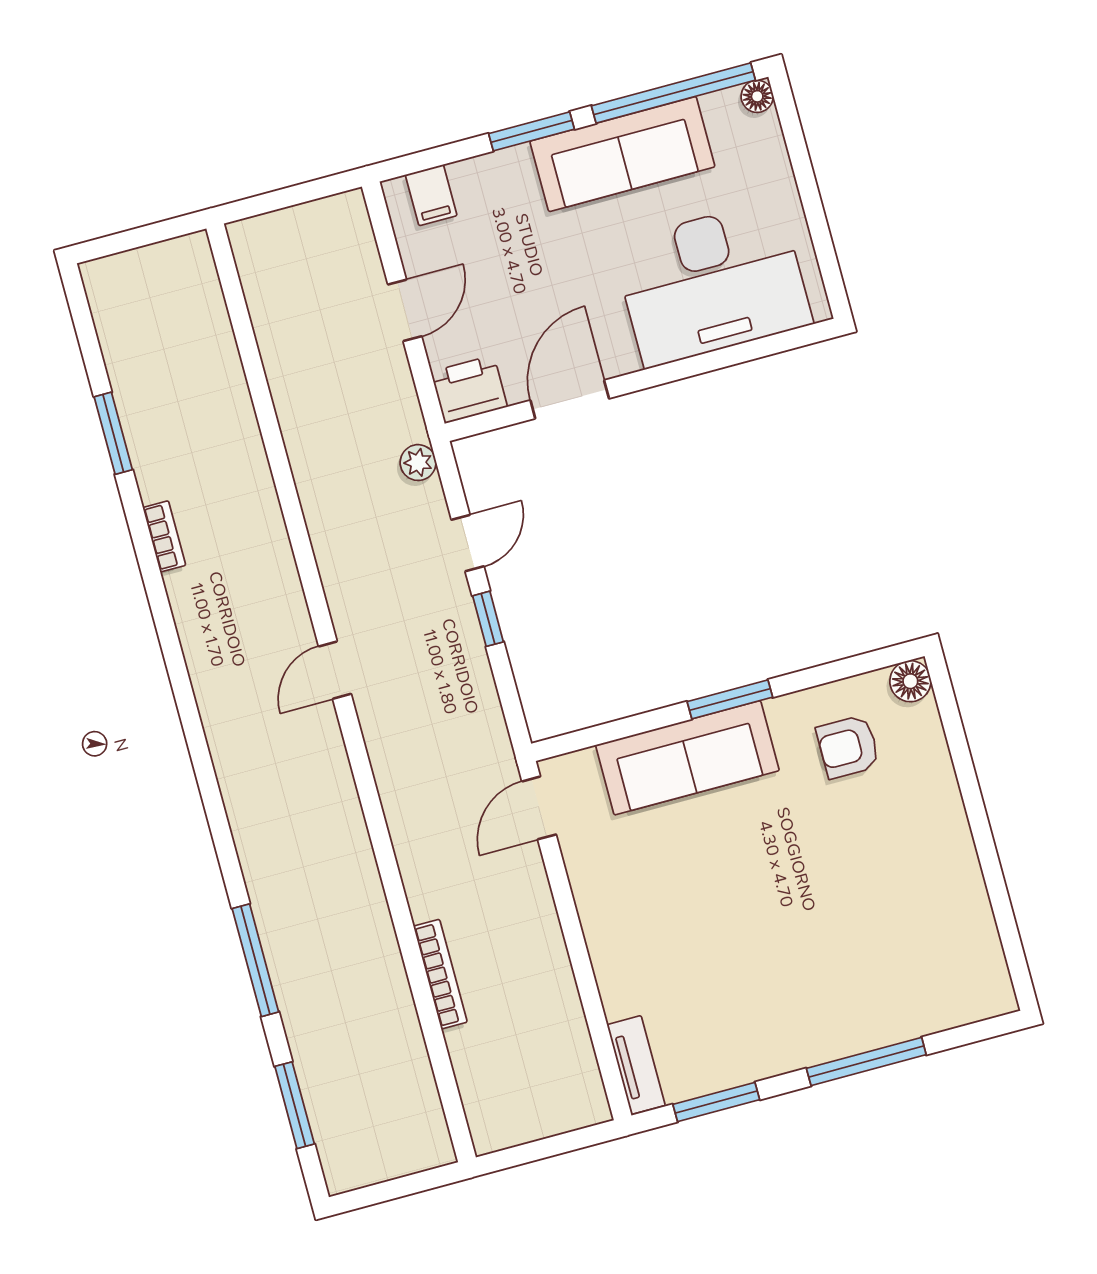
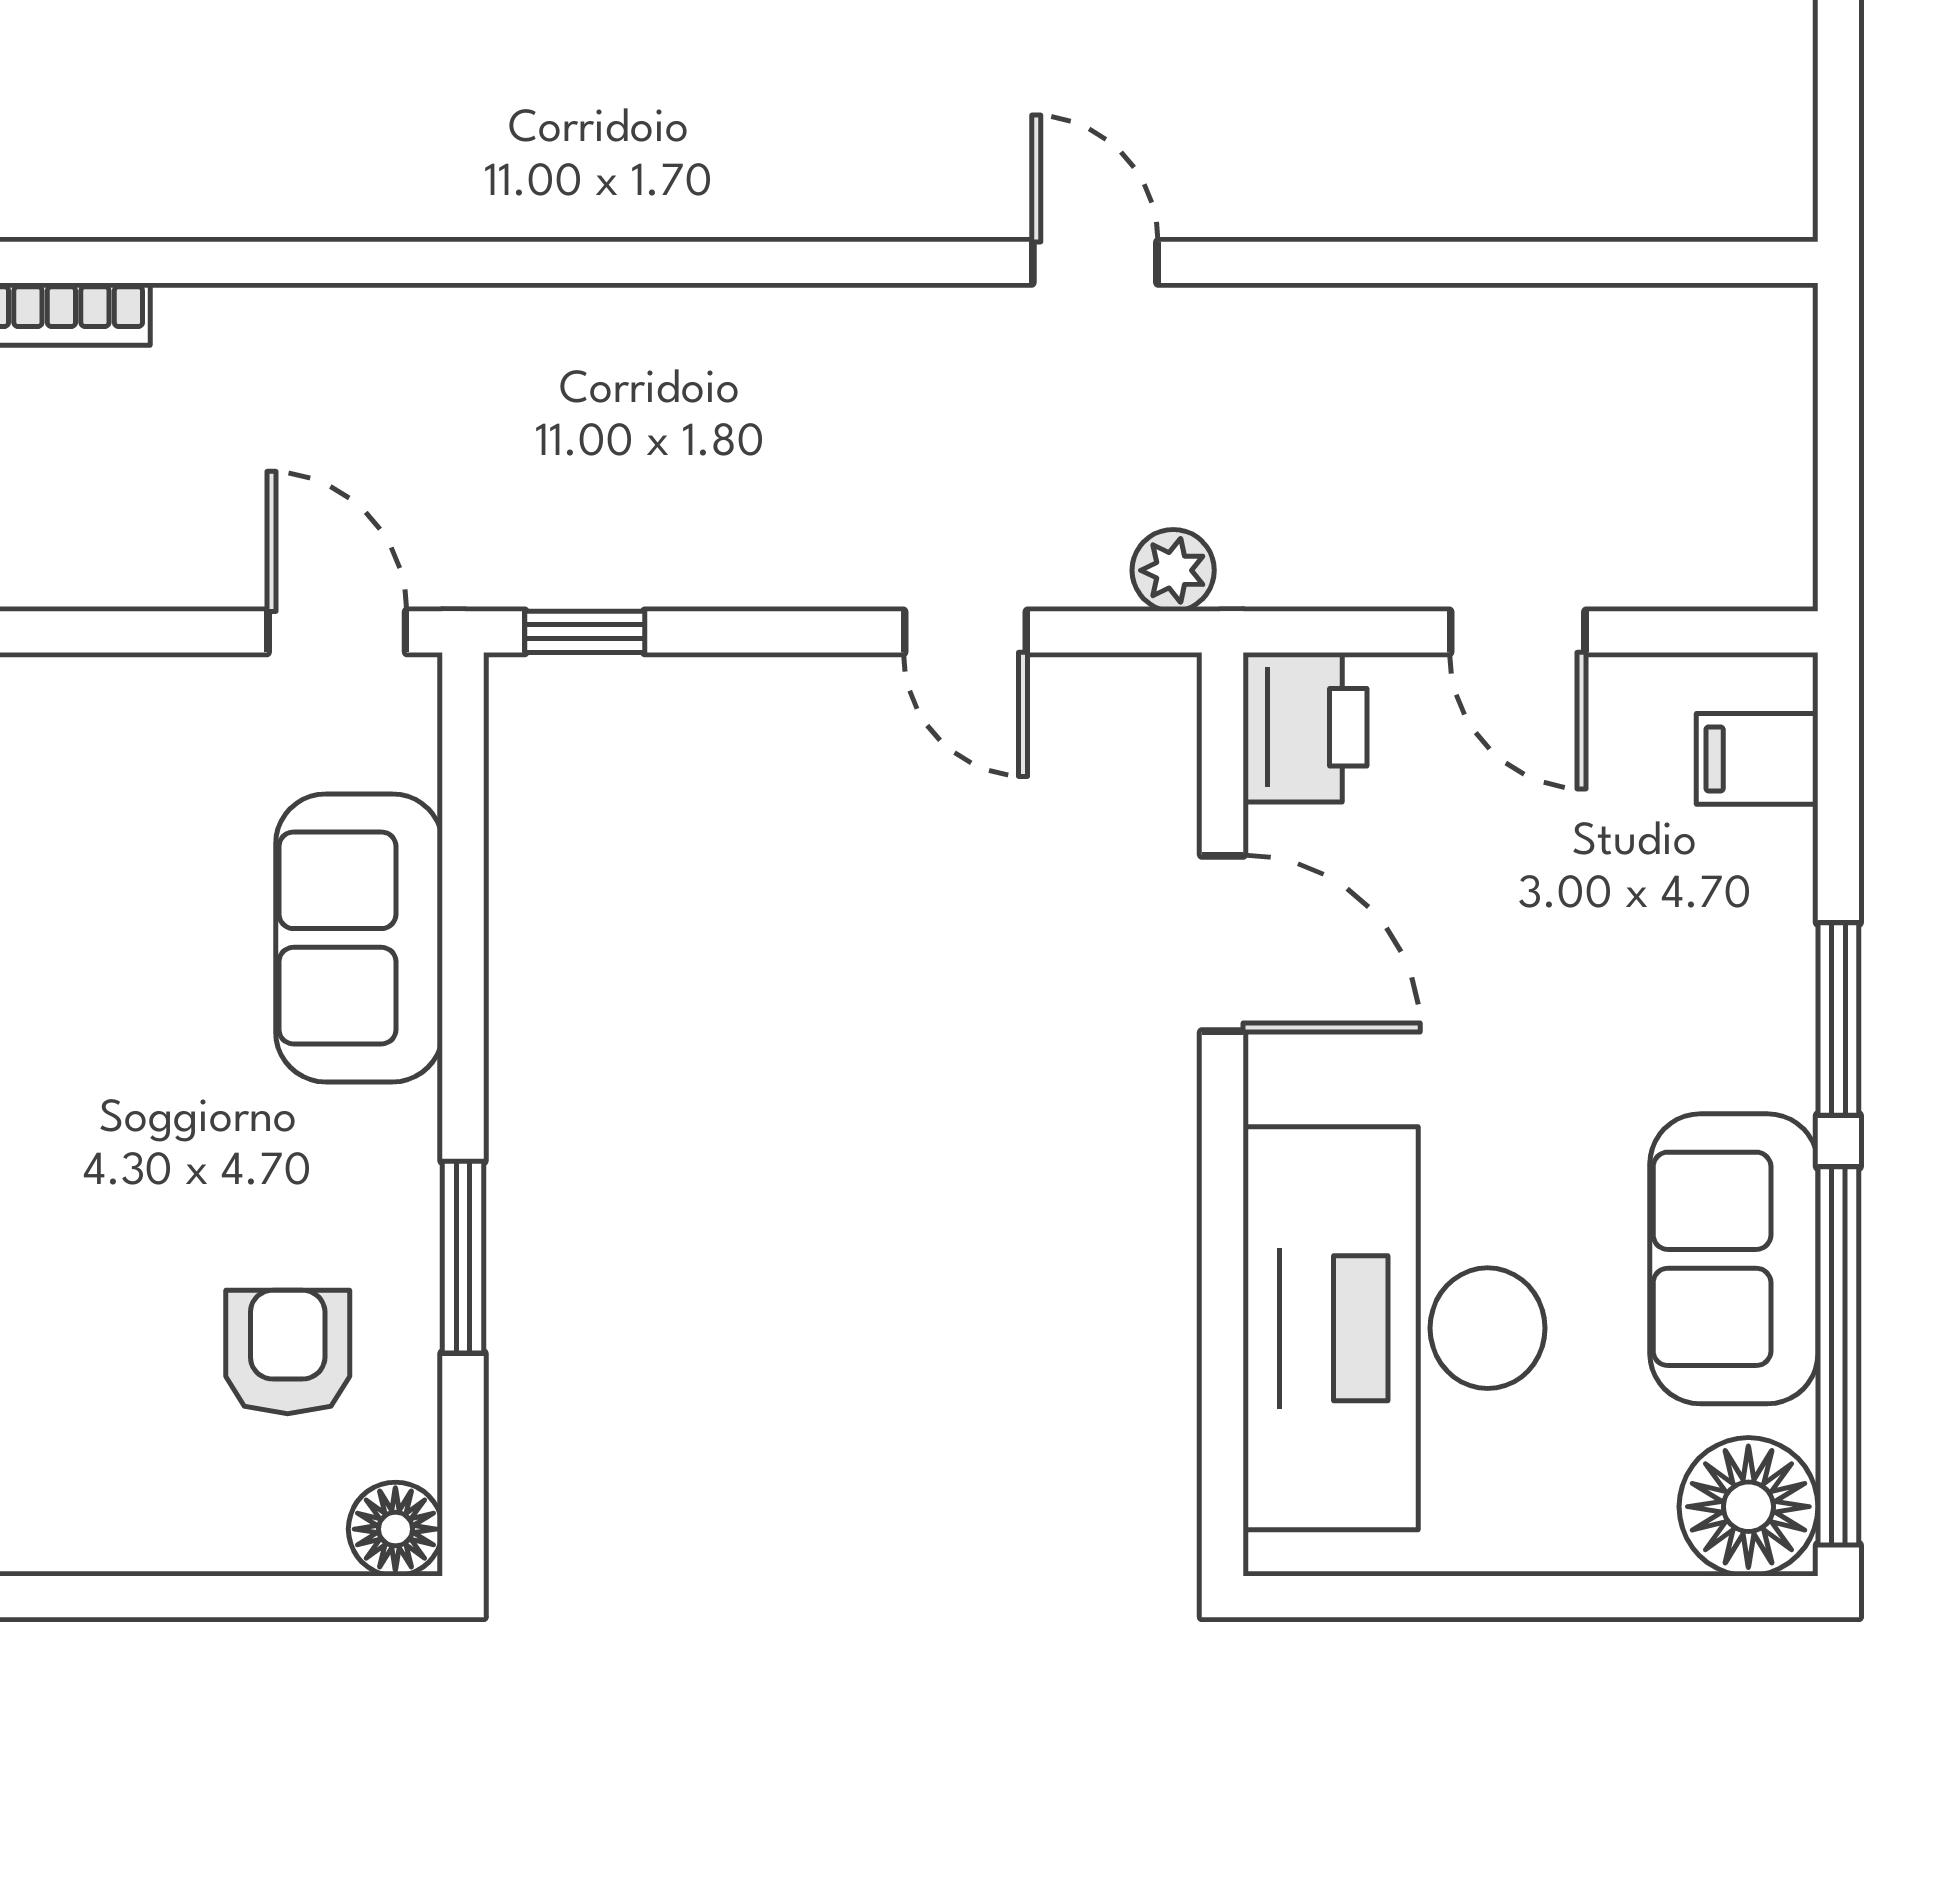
floor lamp: (757, 96) -> (1748, 1507), width x1.89, depth x1.89
sofa: (622, 154) -> (1734, 1259), width x0.73
window: (488, 619) -> (585, 632), moved
door: (335, 670) -> (1095, 262), moved
window: (730, 699) -> (463, 1257), moved
sofa: (687, 758) -> (359, 938), width x0.73

